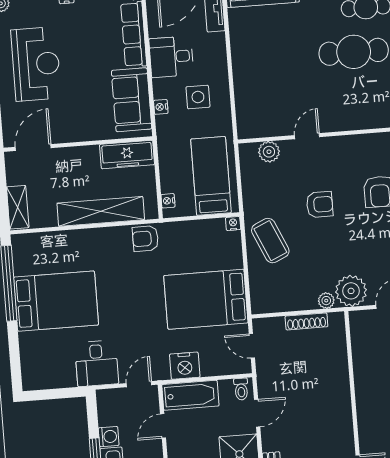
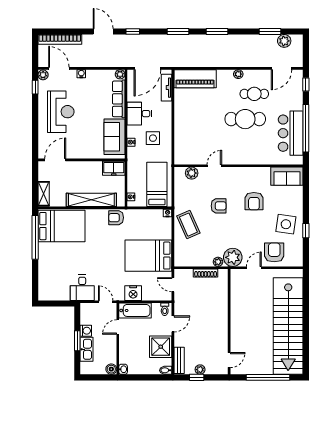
freezer: (127, 155) -> (114, 168), width x0.71
bed: (56, 301) -> (61, 226), moved
door: (139, 384) -> (106, 302), hinge flipped

